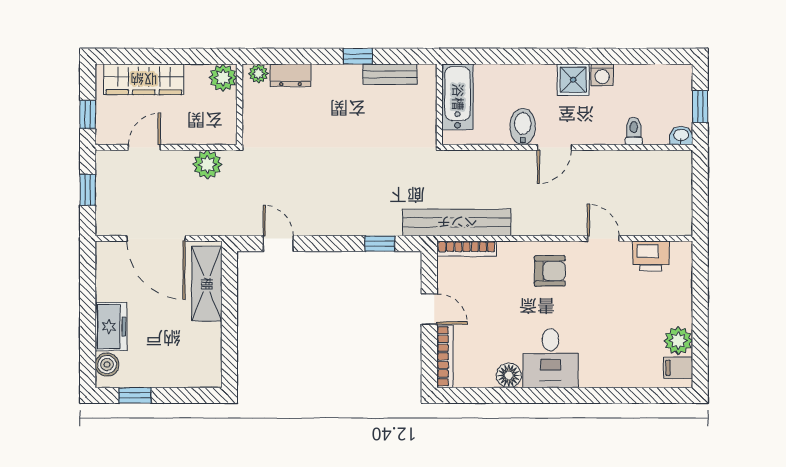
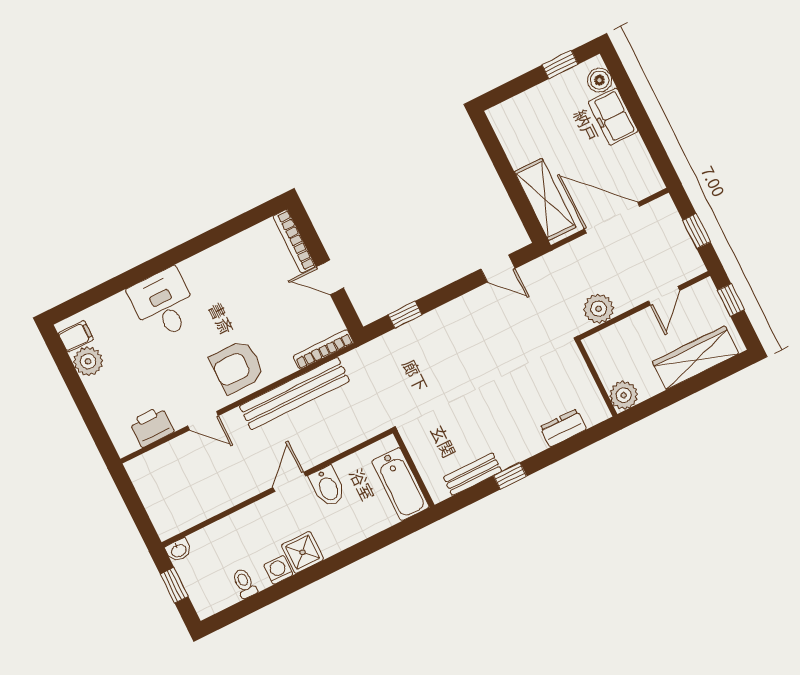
plant: (258, 74) -> (593, 415), removed
toilet: (634, 131) -> (245, 583), moved, turned 180
bench: (457, 222) -> (294, 394), moved
armchair: (550, 271) -> (237, 367), width x1.38, depth x1.38
desk: (551, 358) -> (164, 304), moved
floor lamp: (509, 375) -> (227, 253), removed

